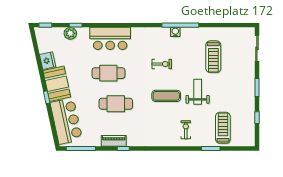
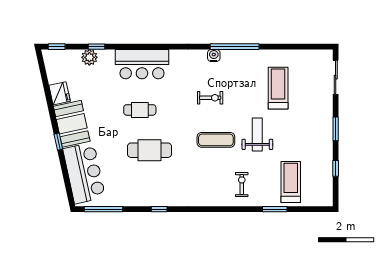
water cooler: (175, 32) -> (214, 55), moved
treadmill: (213, 57) -> (278, 88), turned 180
cafe table: (108, 73) -> (140, 110), width x0.73, depth x0.74
piano: (114, 141) -> (147, 199), removed

